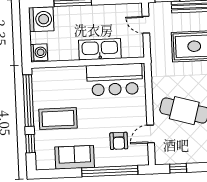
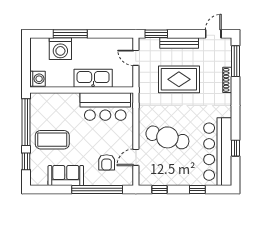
washing machine: (41, 19) -> (60, 49), moved, turned 90

